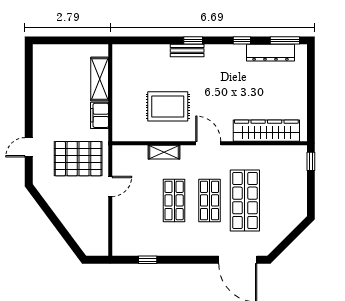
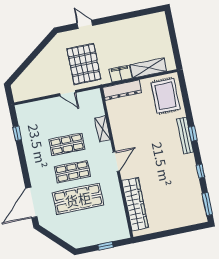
bench: (187, 51) -> (185, 135), width x1.36
dresser: (270, 53) -> (122, 90), moved, turned -90
rug: (168, 106) -> (165, 96), moved
window: (311, 161) -> (105, 246), moved

